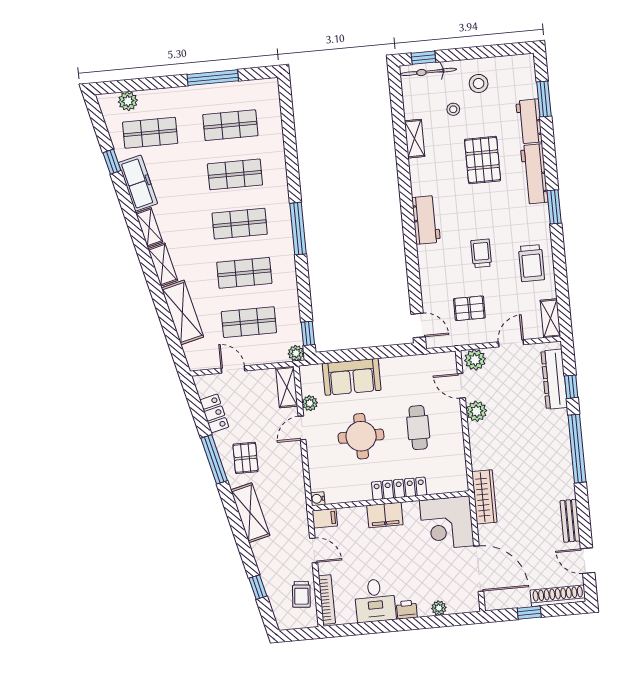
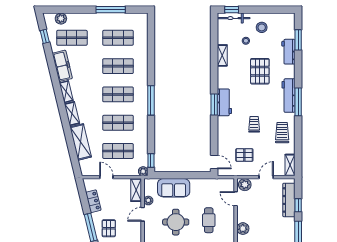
window: (112, 162) -> (45, 36), moved
workbench: (534, 174) -> (289, 96), moved
window: (554, 207) -> (298, 102), width x1.44
window: (409, 226) -> (214, 105), added
trolley: (531, 263) -> (282, 133), turned 180
plant: (476, 411) -> (243, 229), moved

